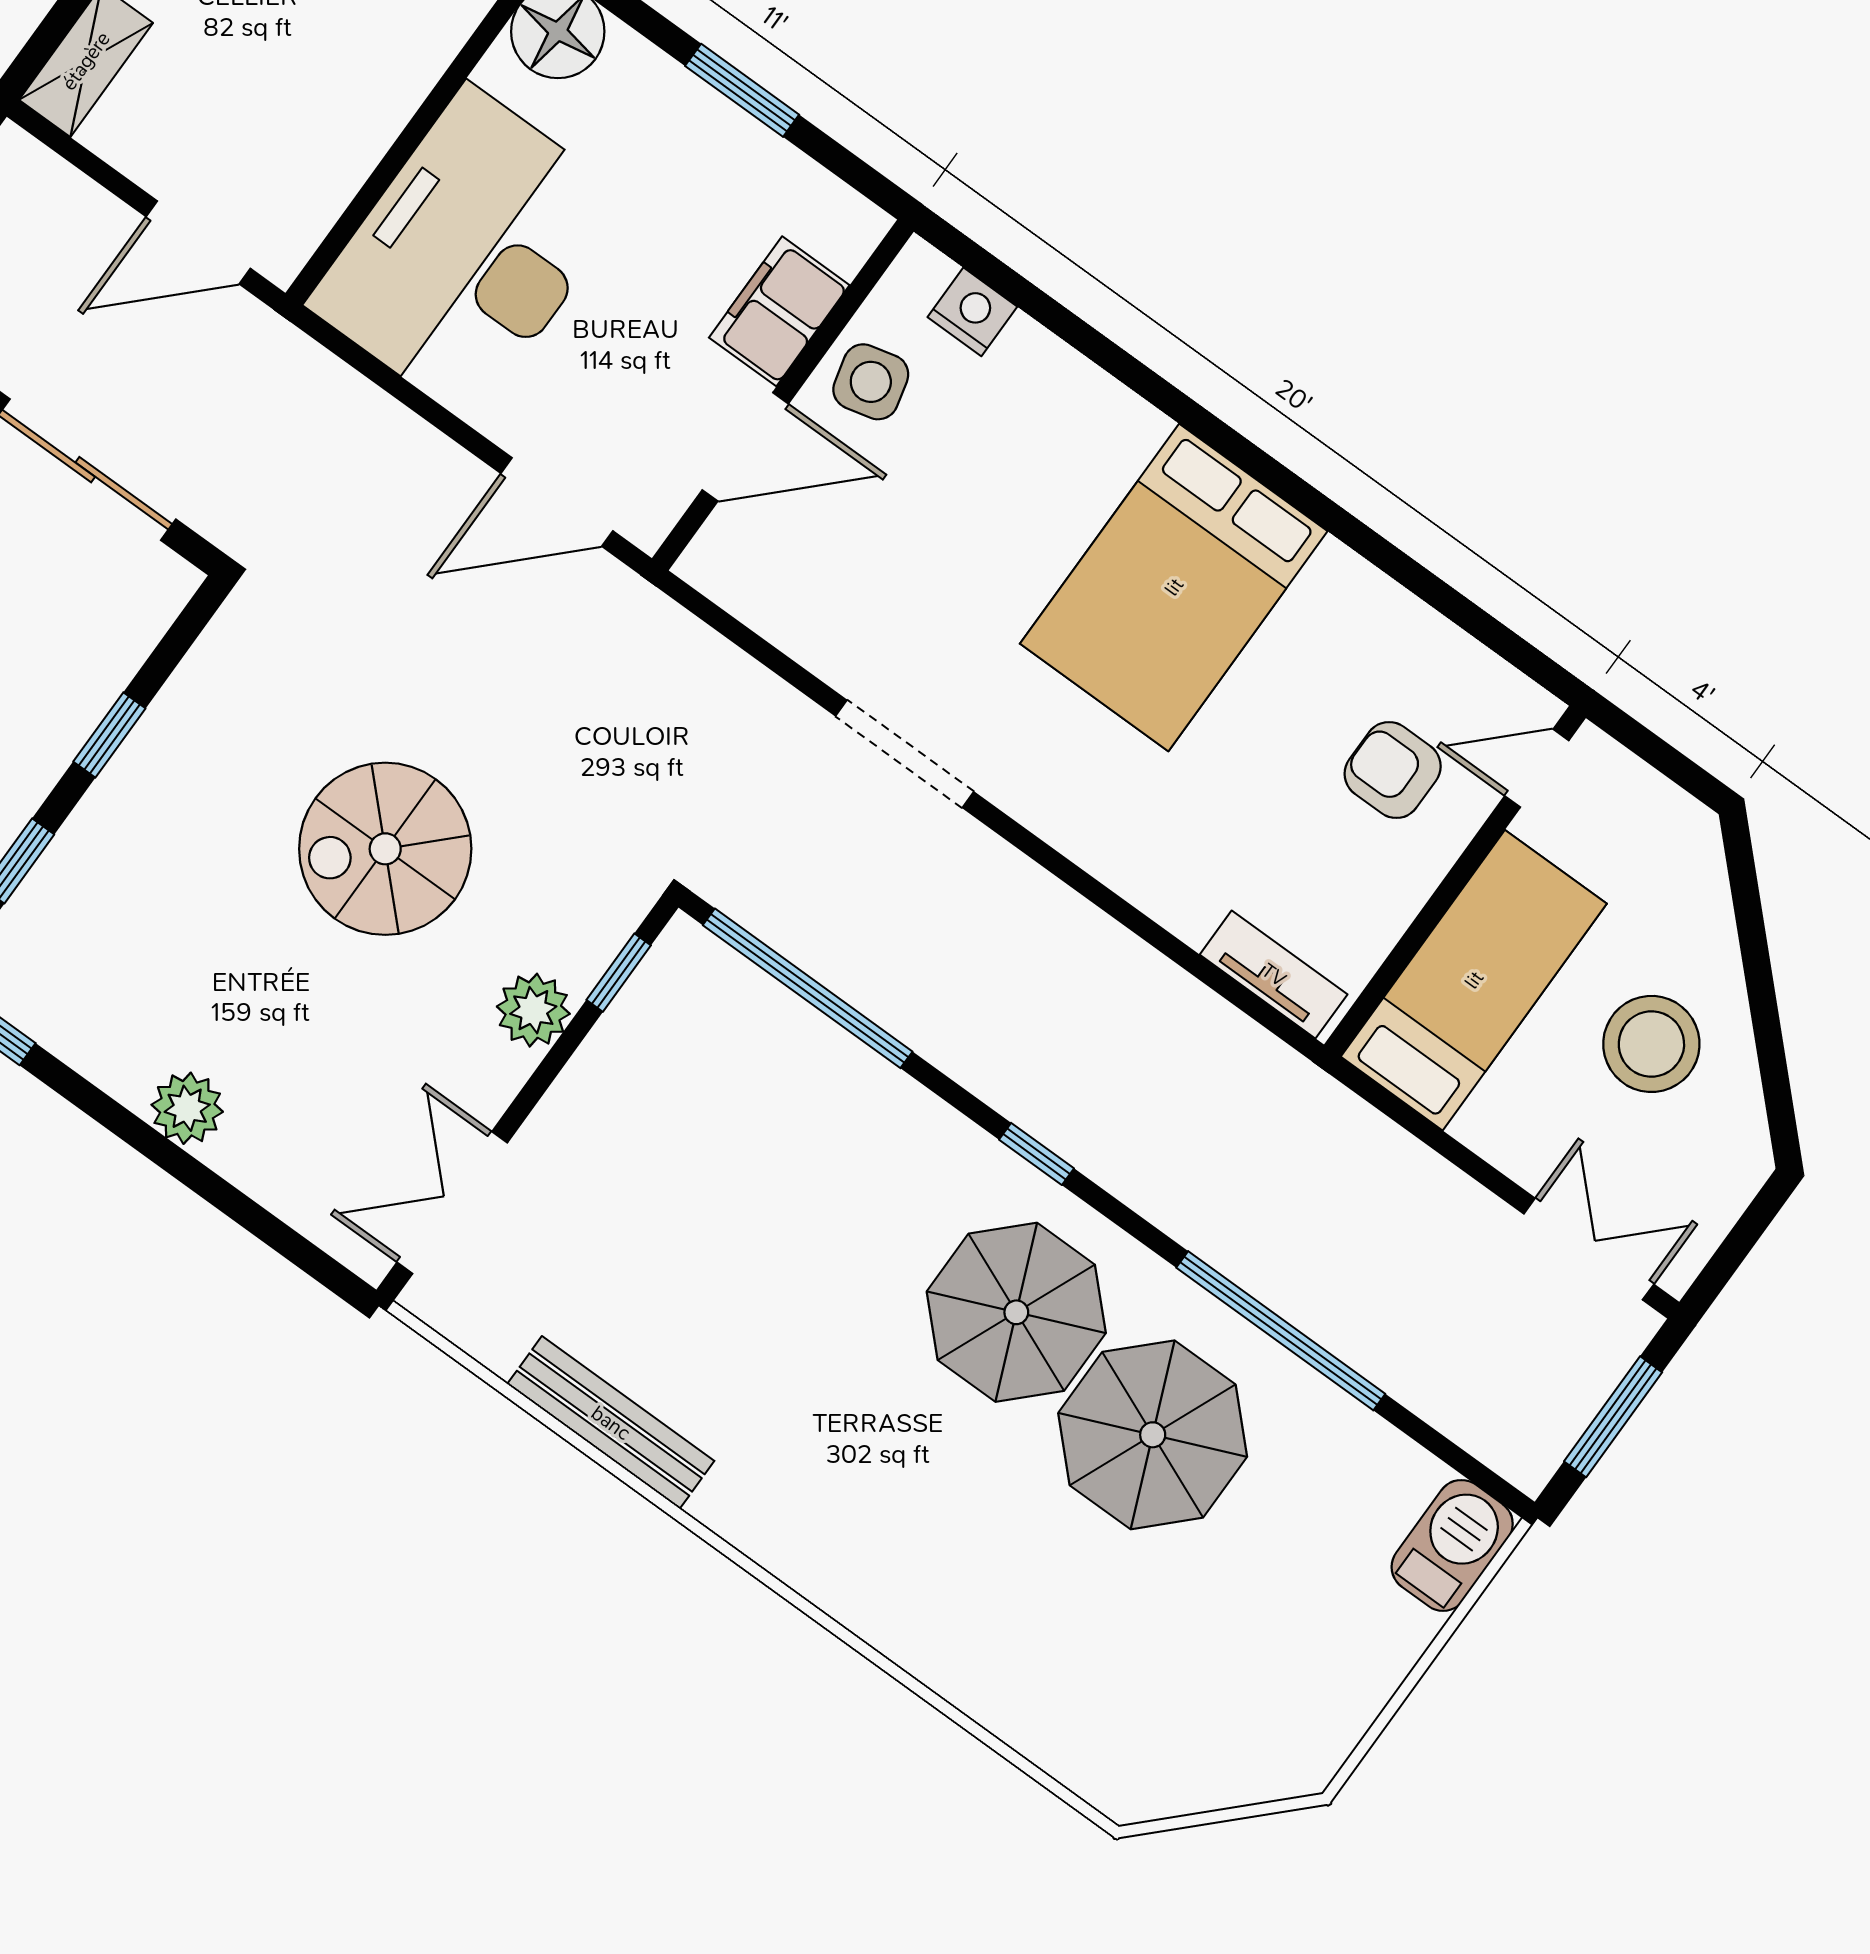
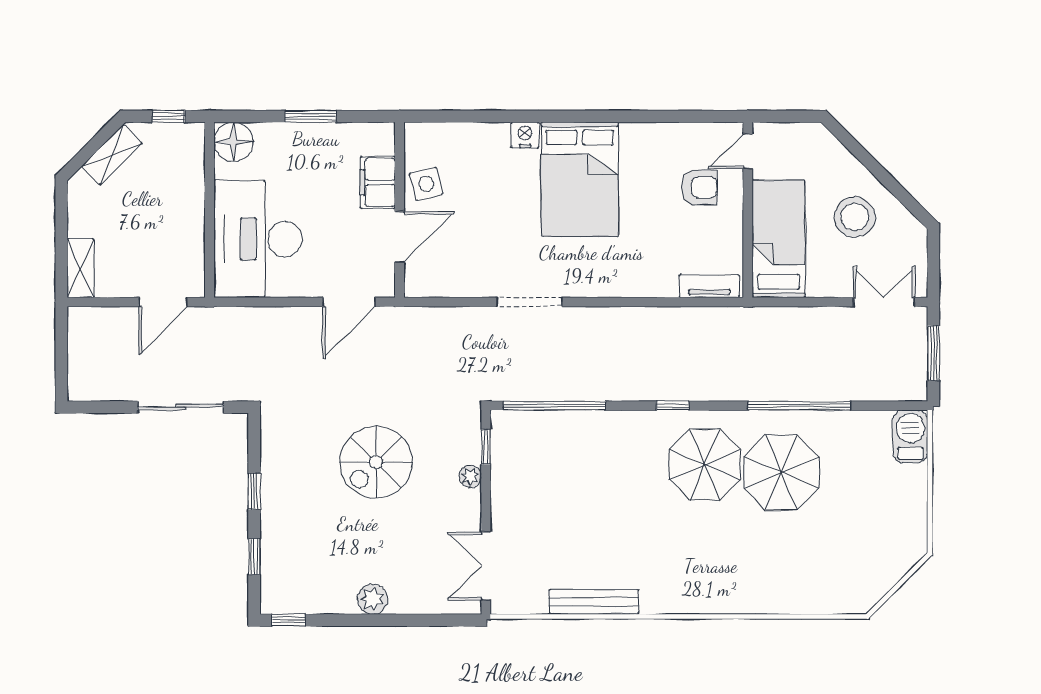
nightstand: (972, 312) -> (525, 135), moved
armchair: (1393, 770) -> (699, 187), turned 180
plant: (533, 1010) -> (470, 476), width x0.73, depth x0.73

